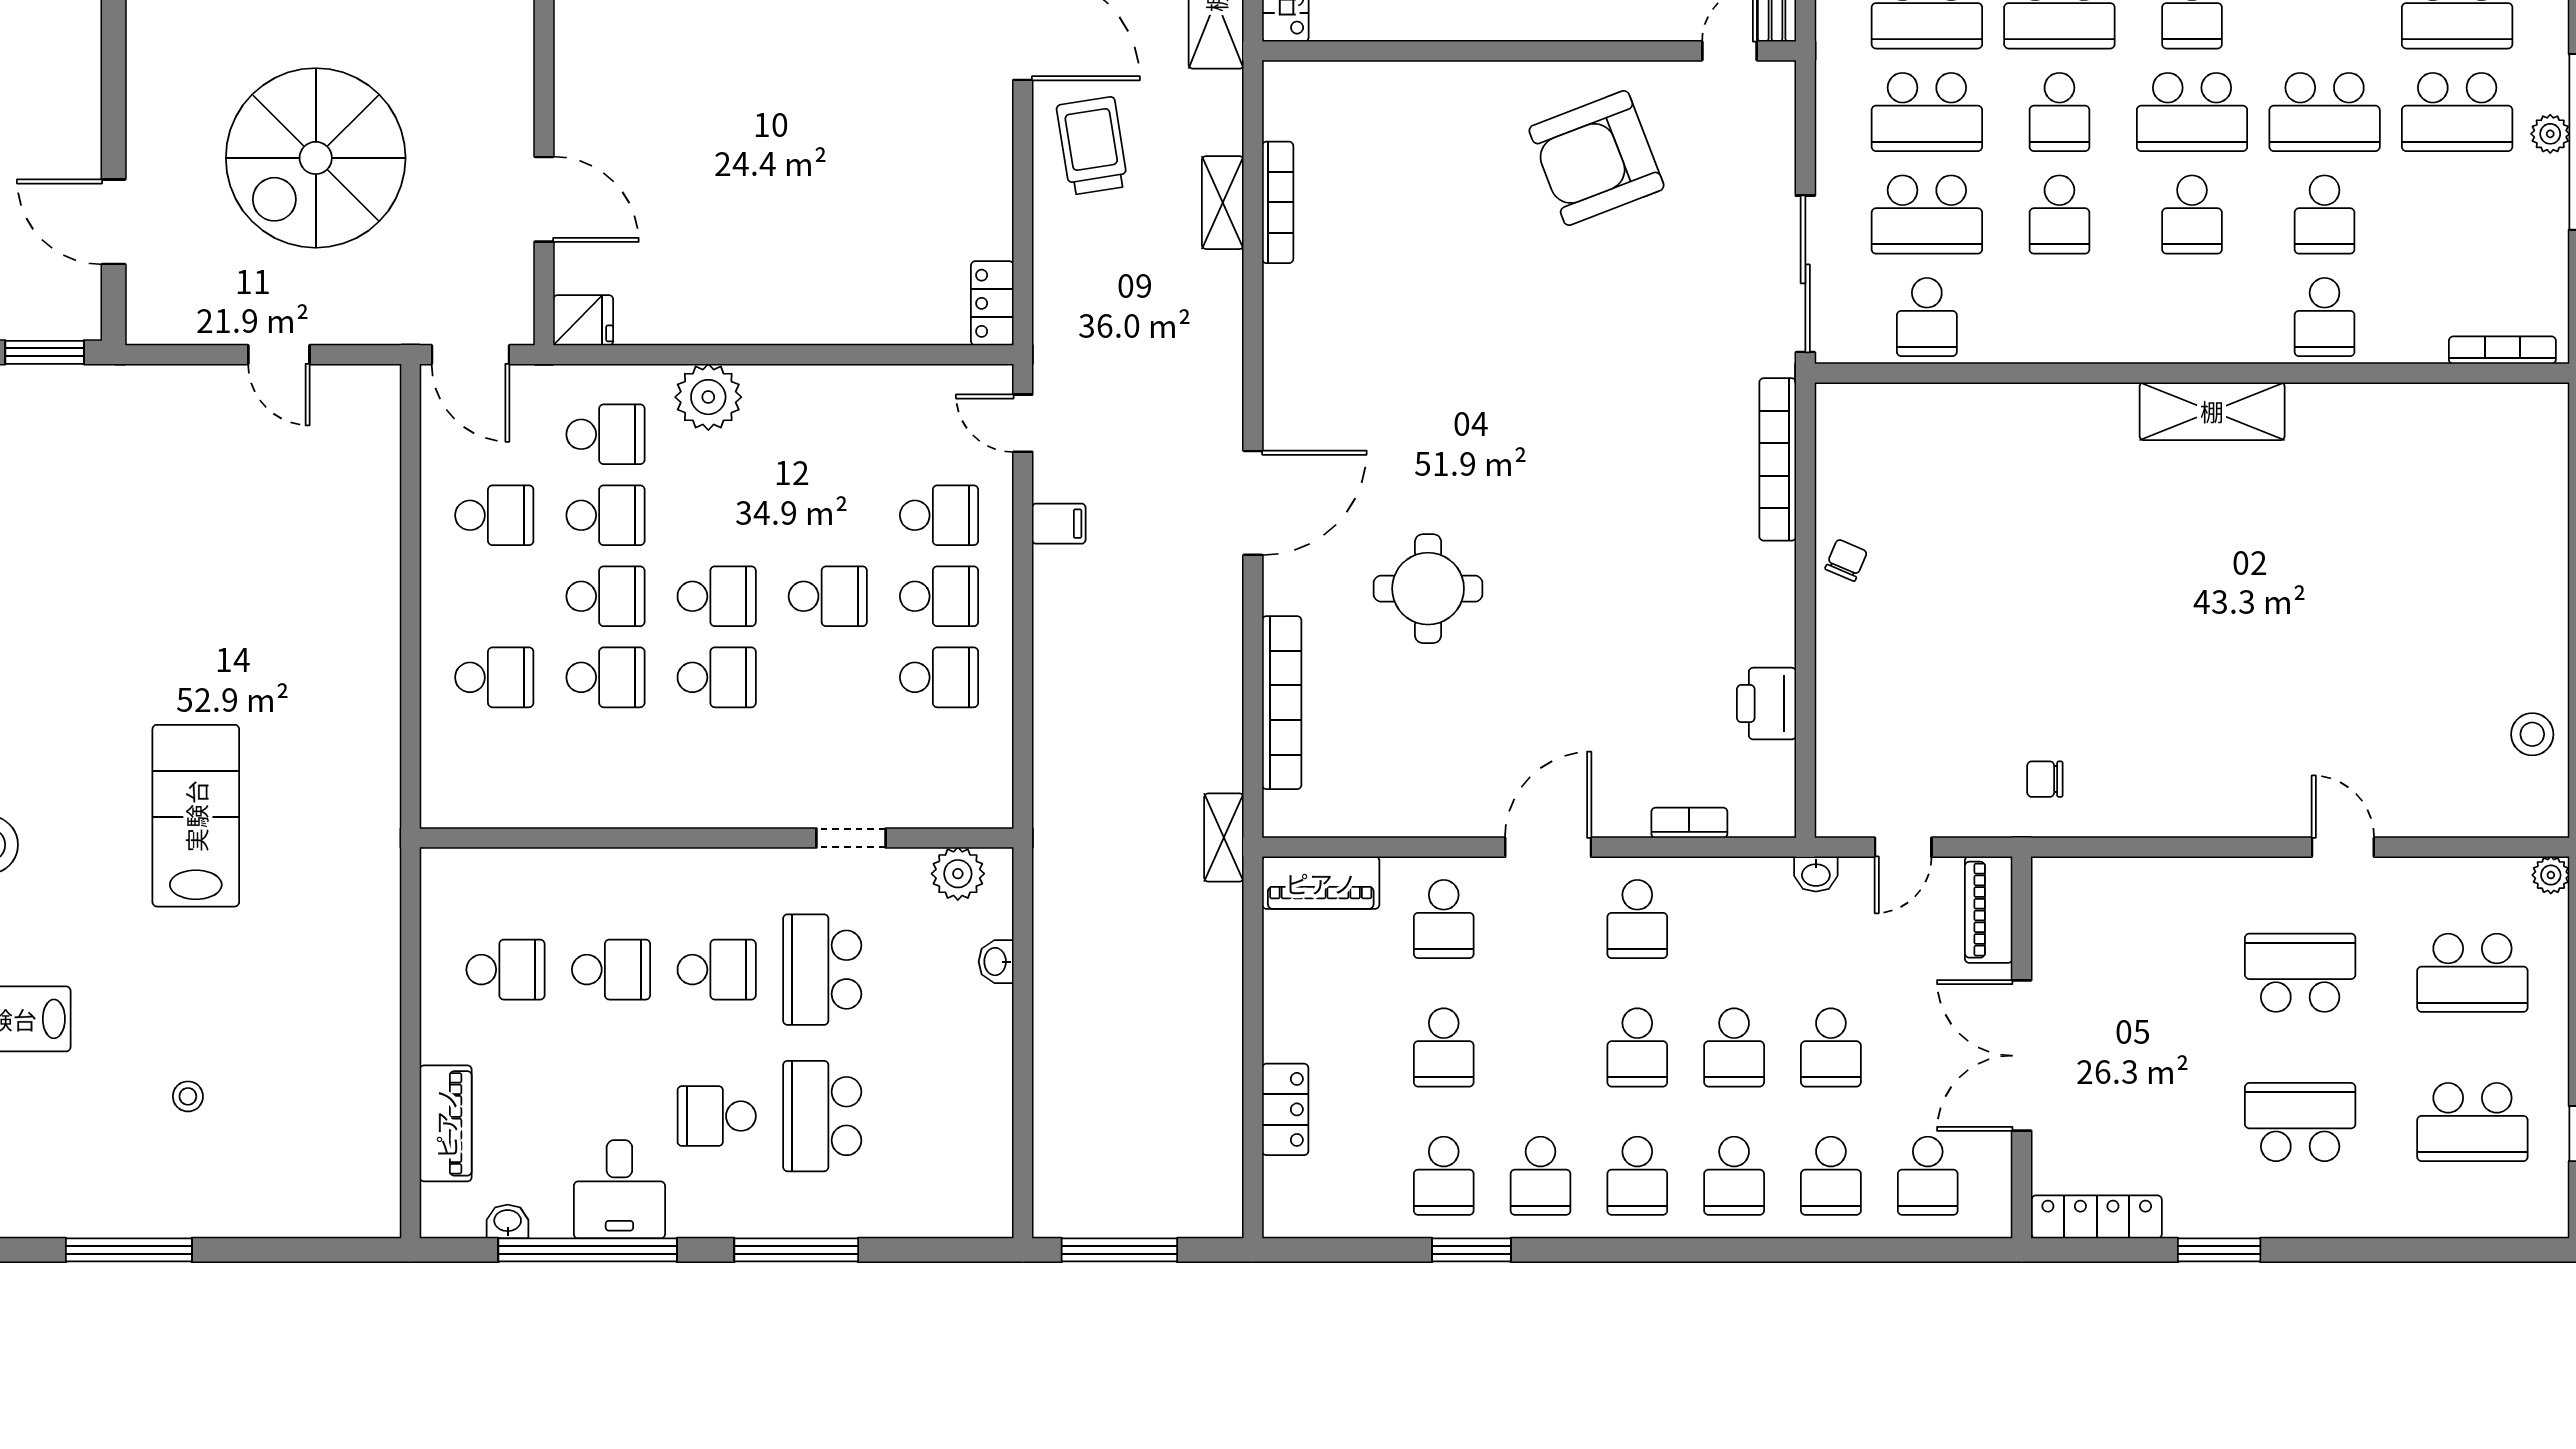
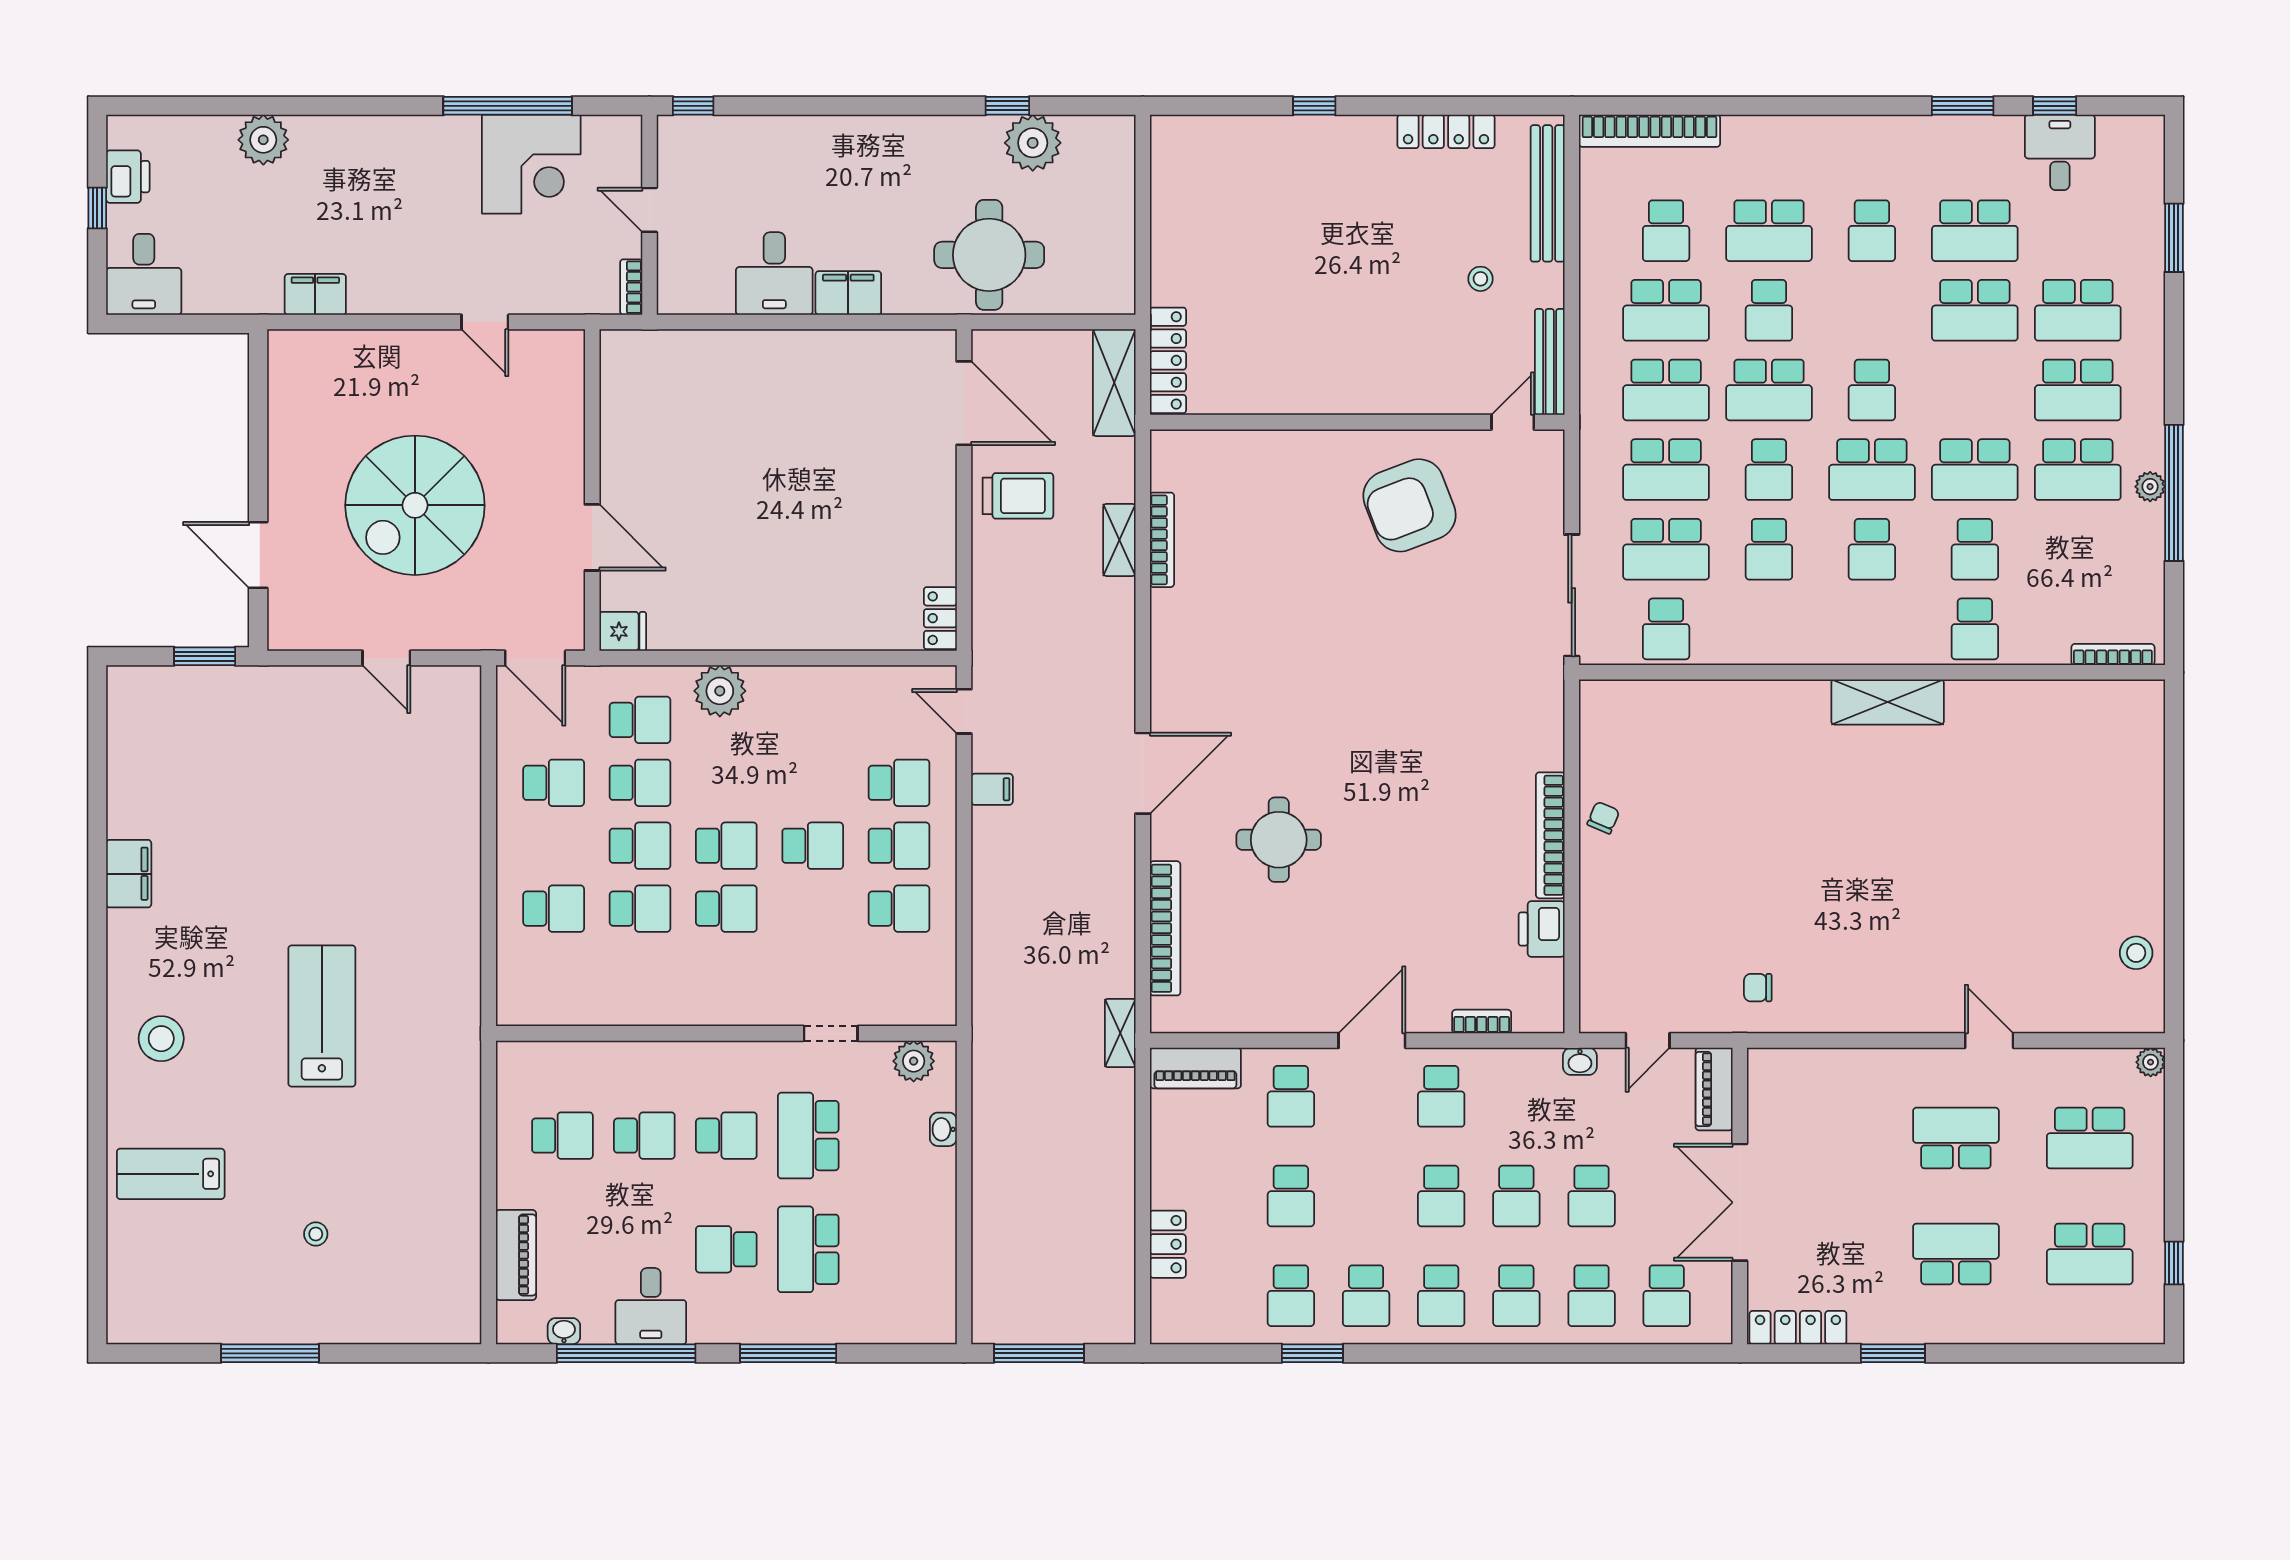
trolley: (1092, 146) -> (1018, 496), turned 99
bookcase: (1778, 459) -> (1550, 835), moved

